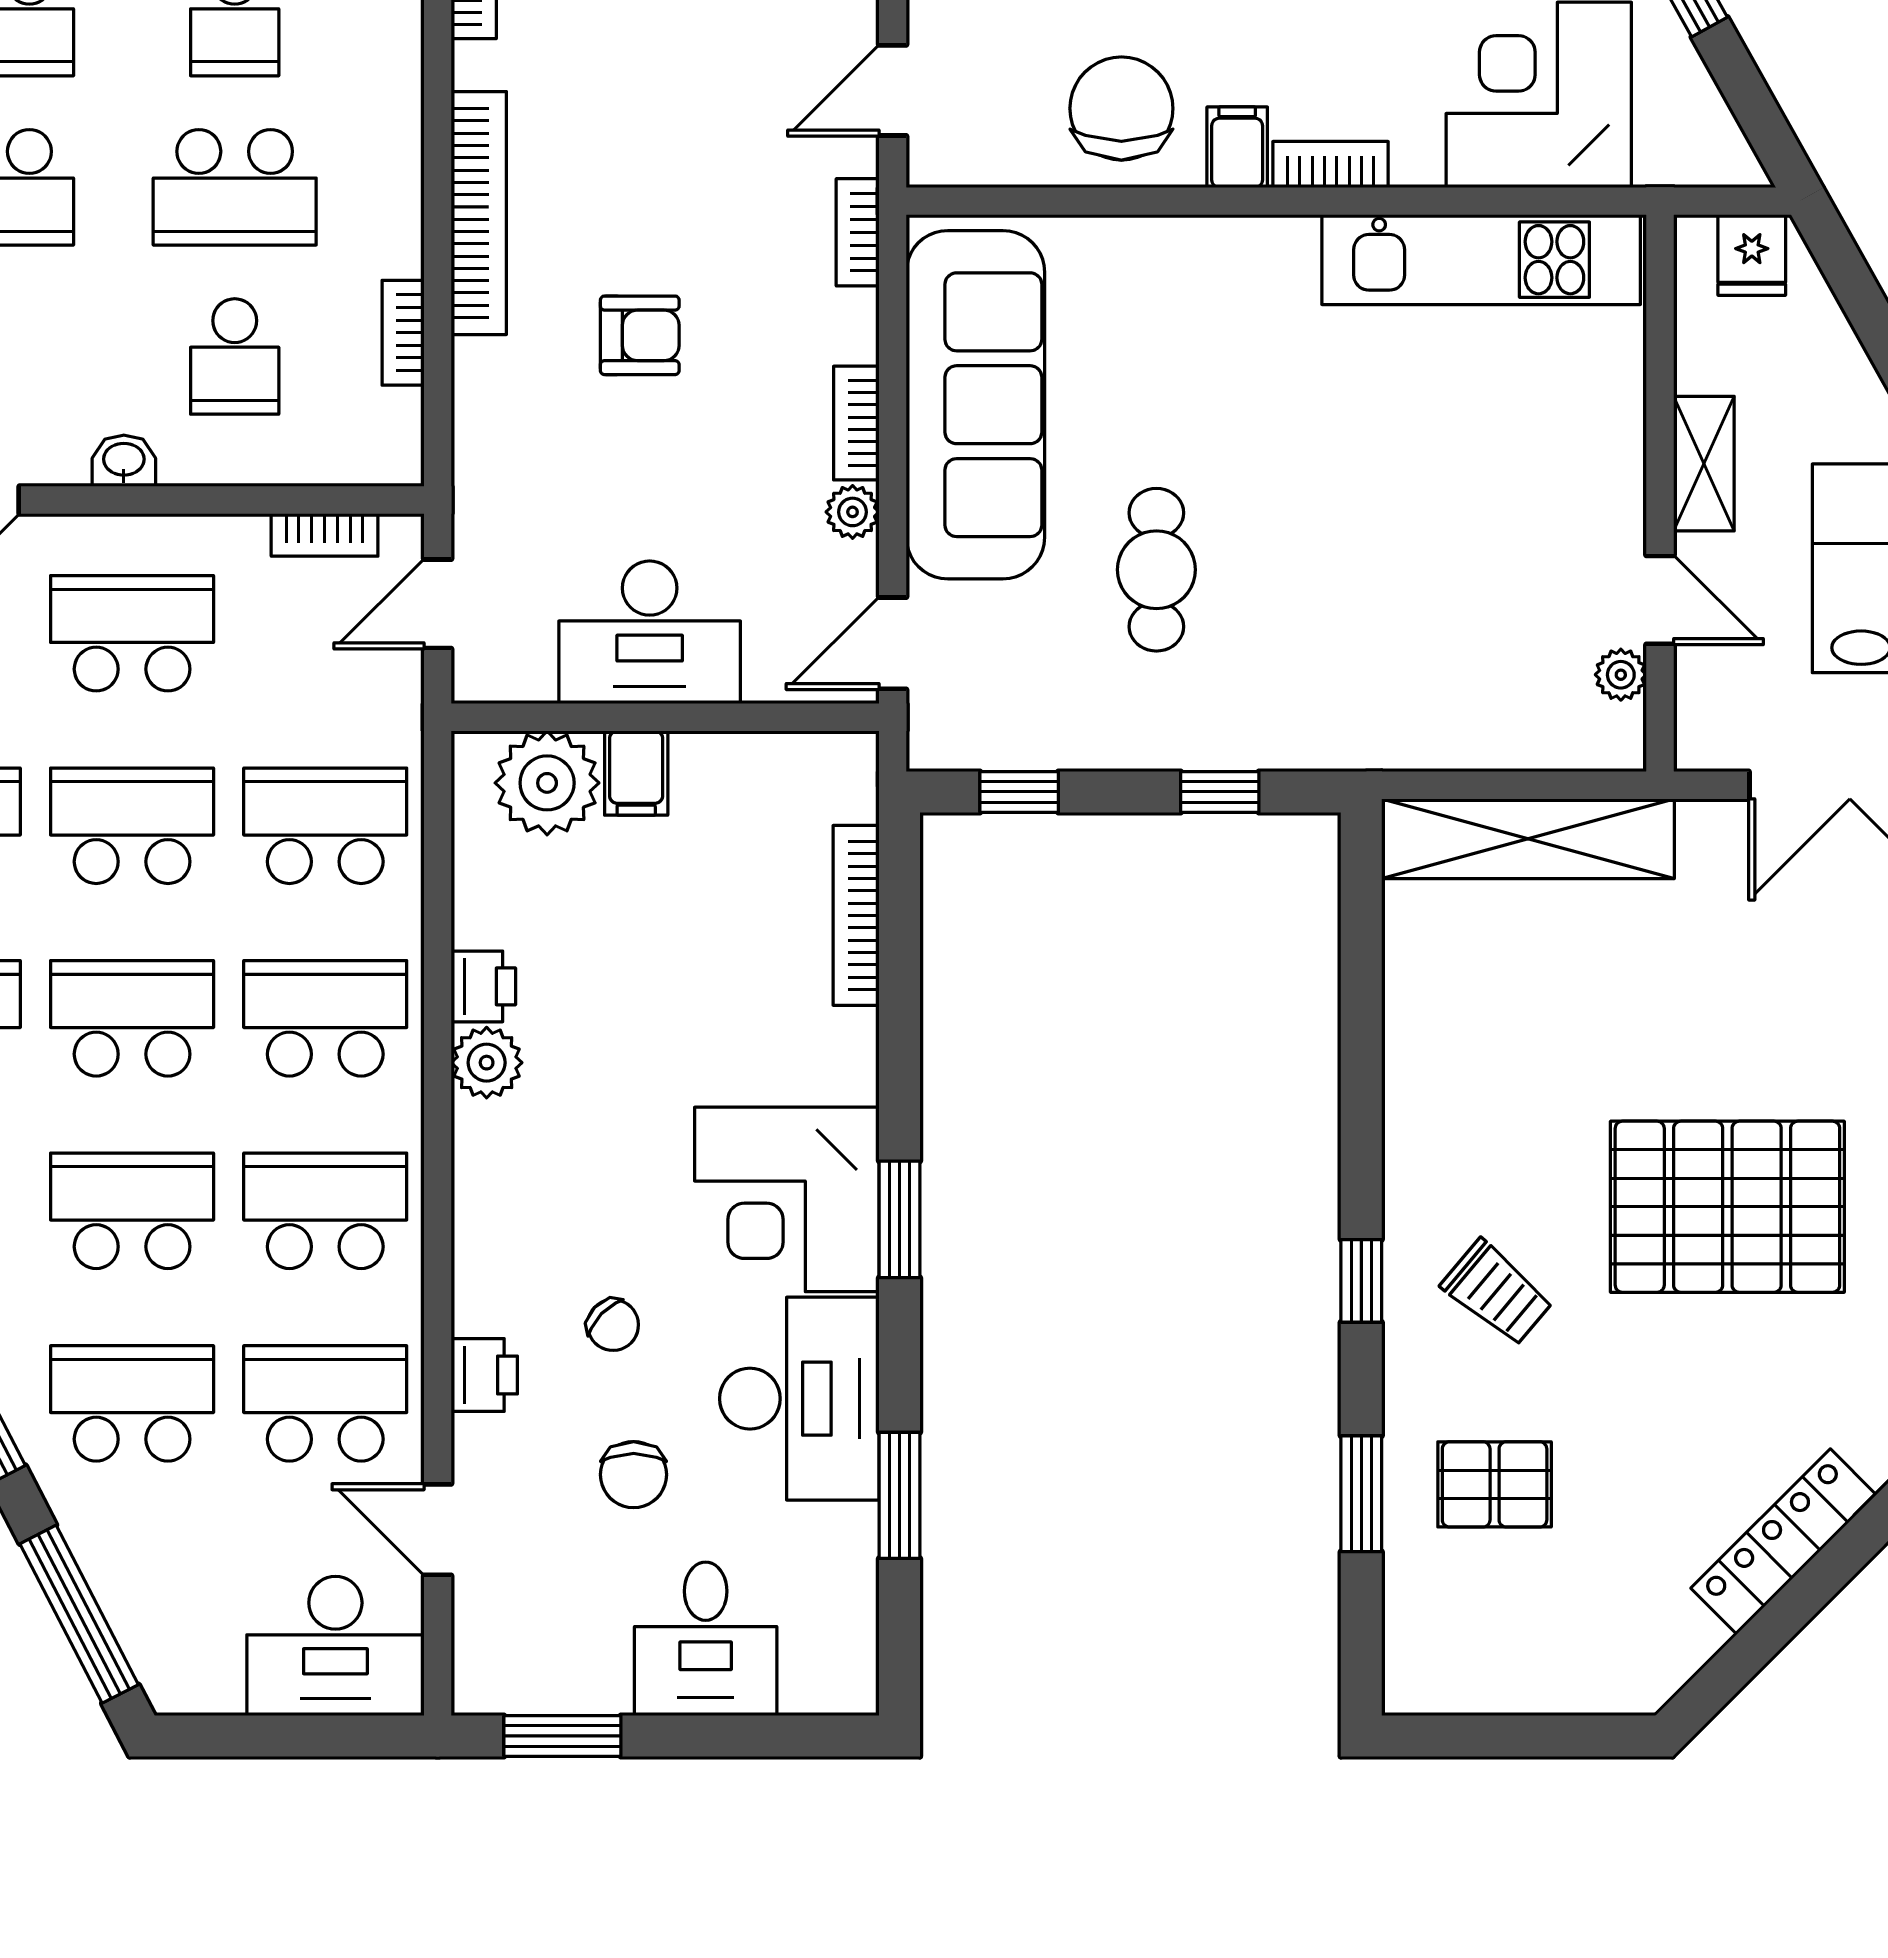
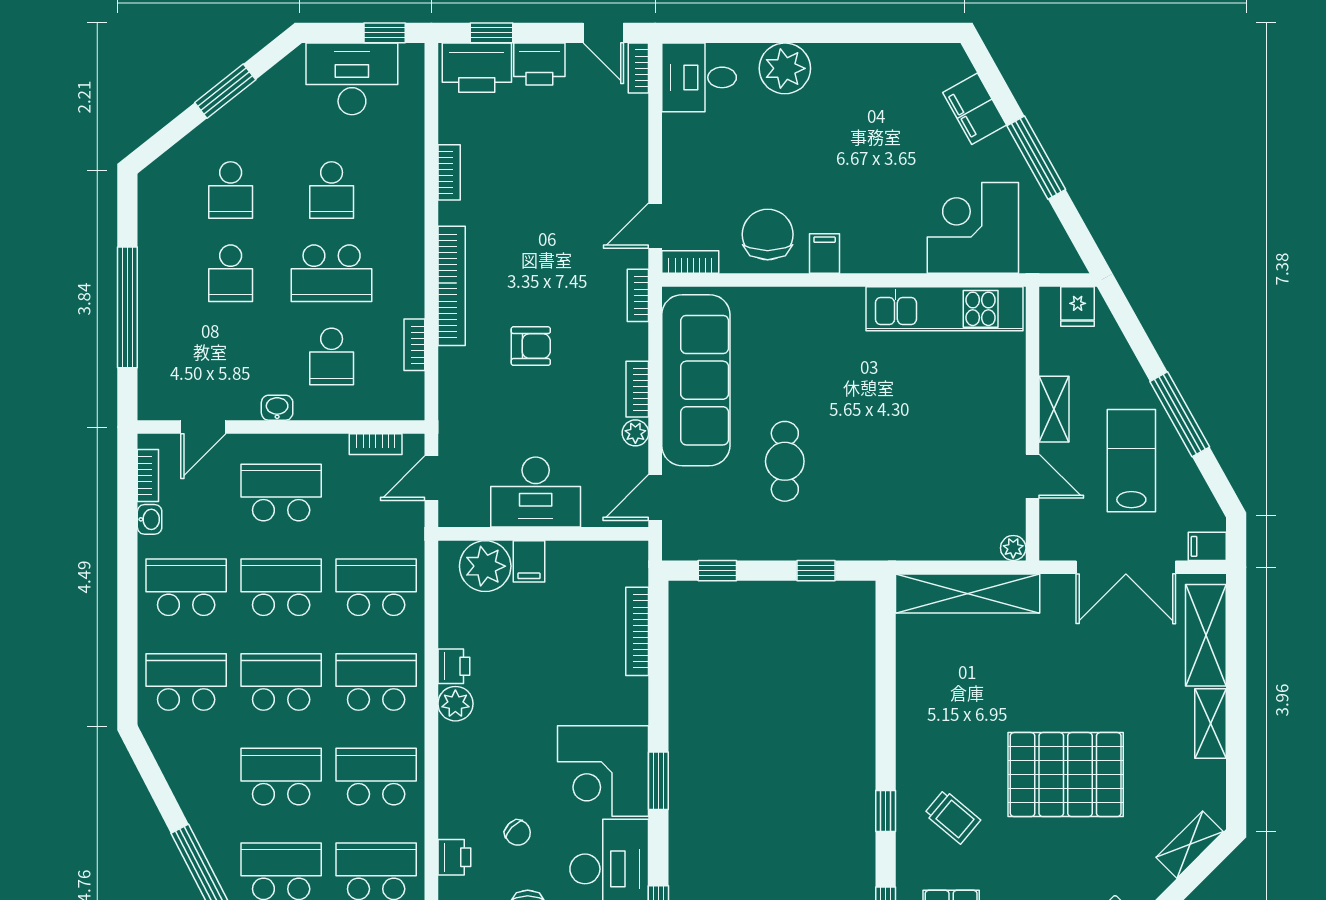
bookcase: (1331, 164) -> (690, 262), moved
plant: (1621, 675) -> (1013, 548), moved

